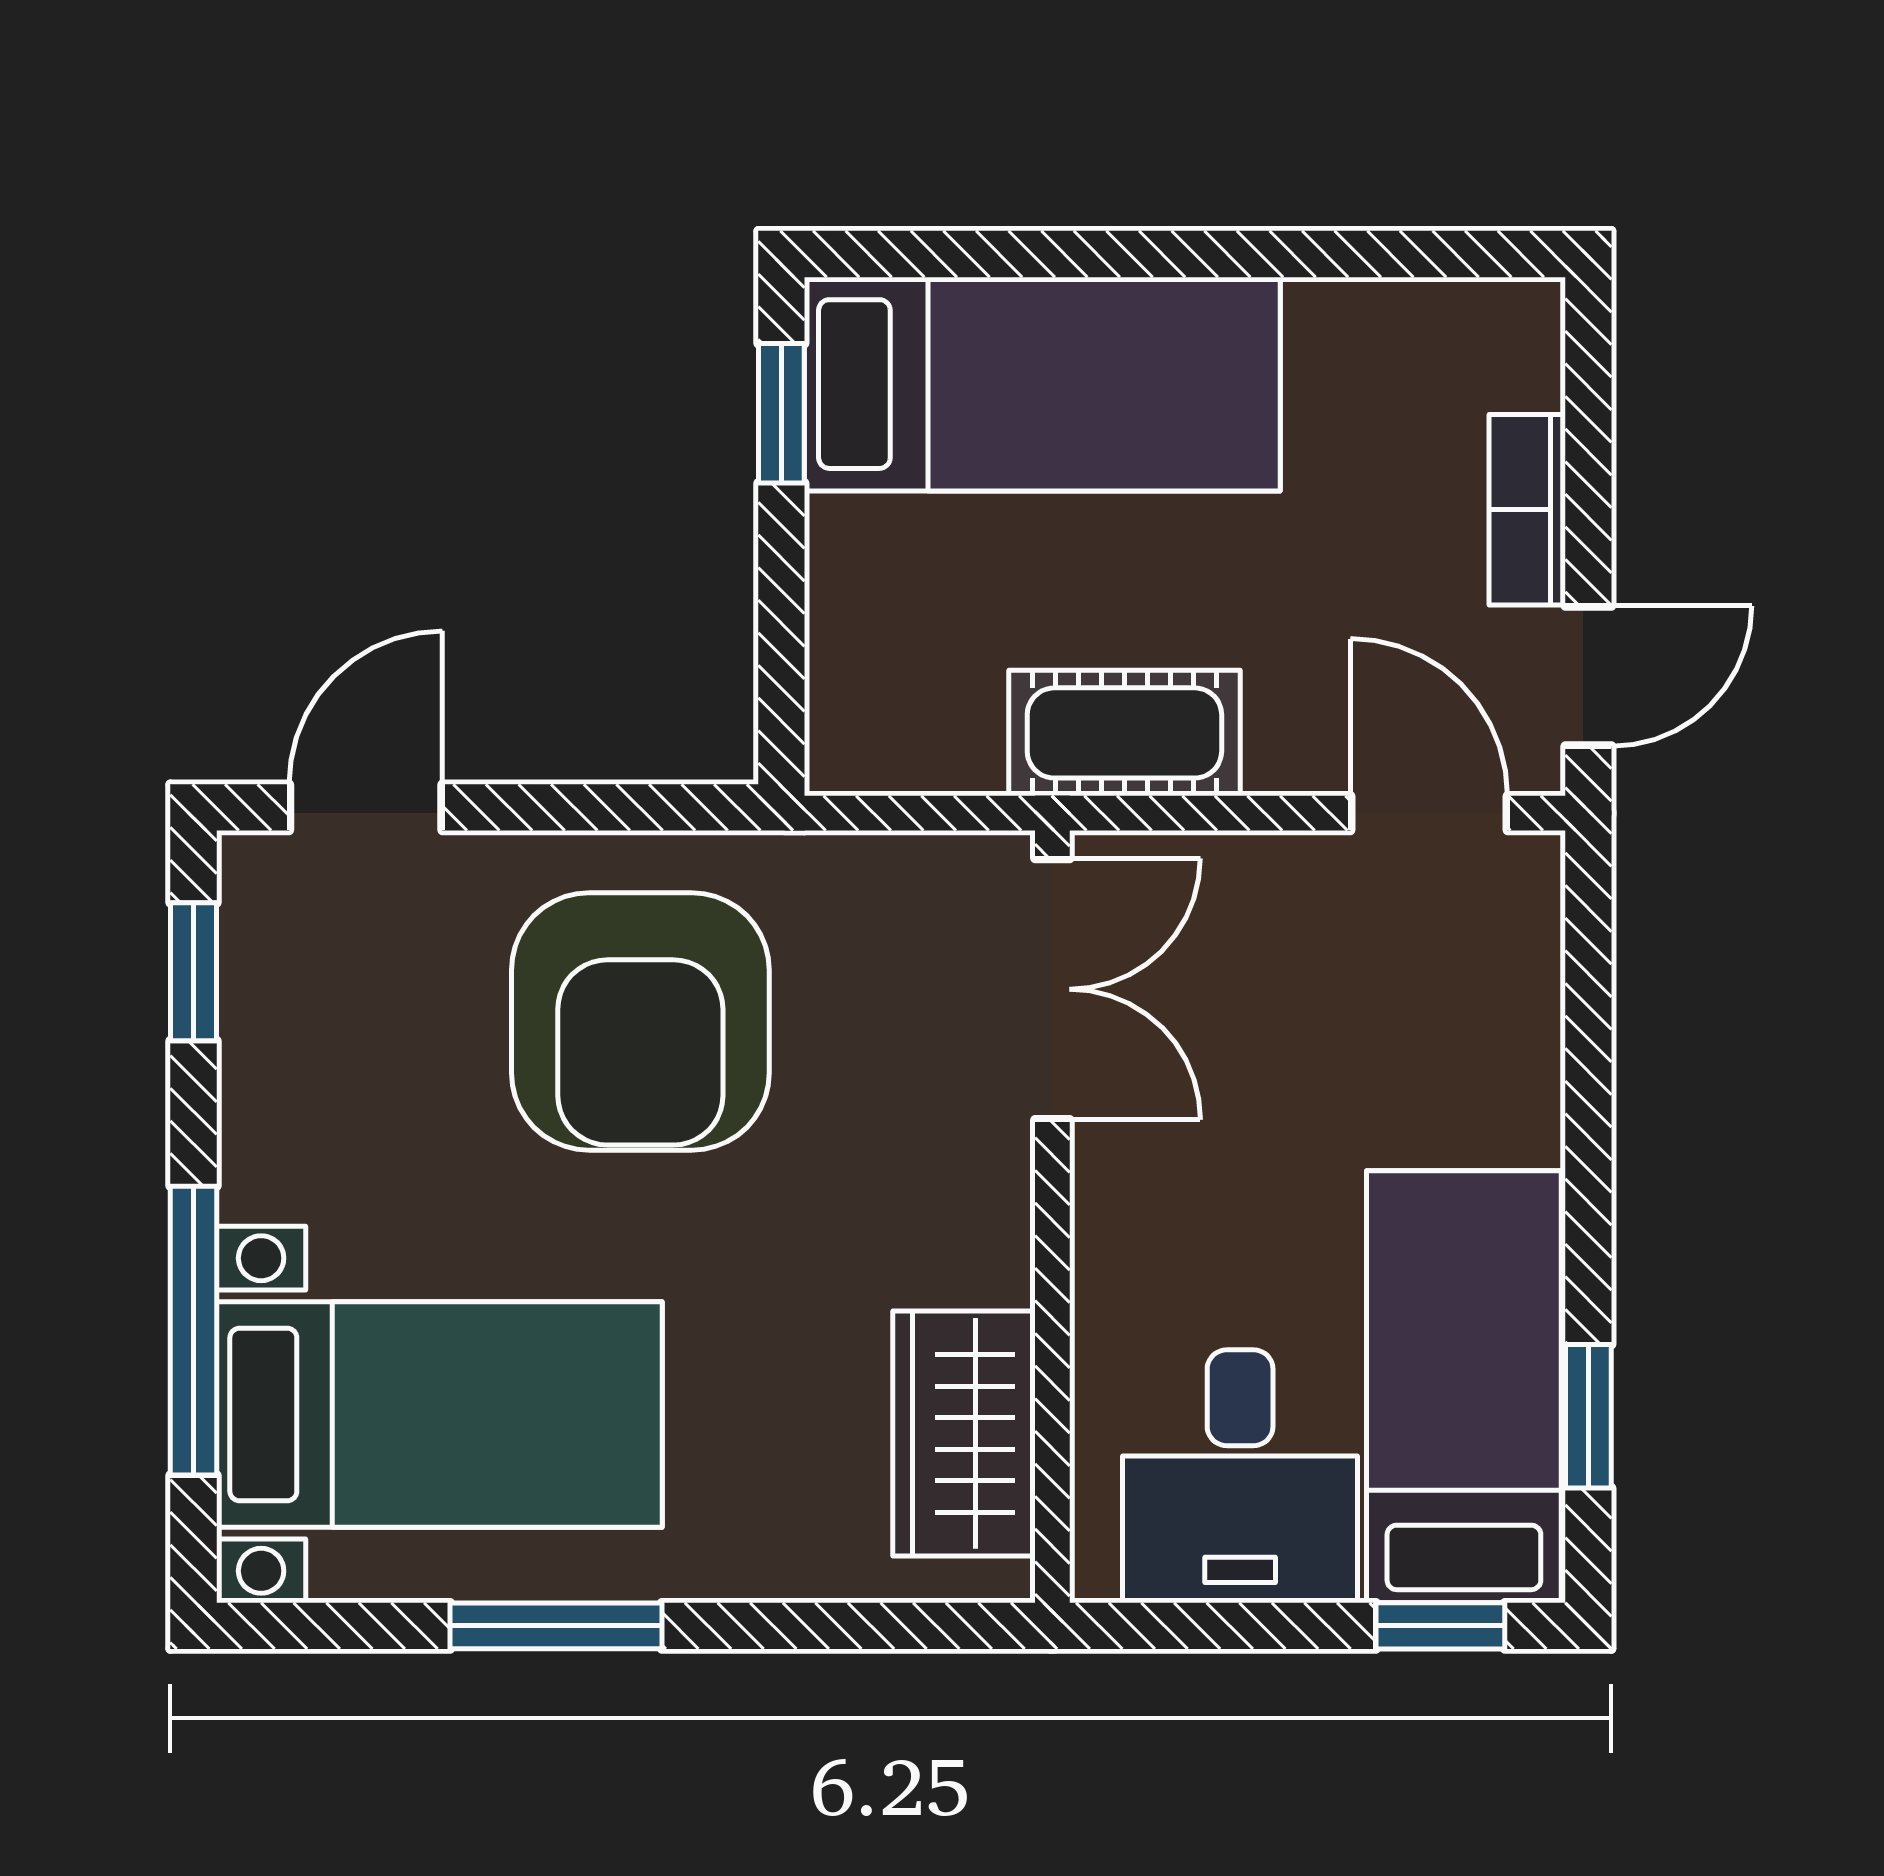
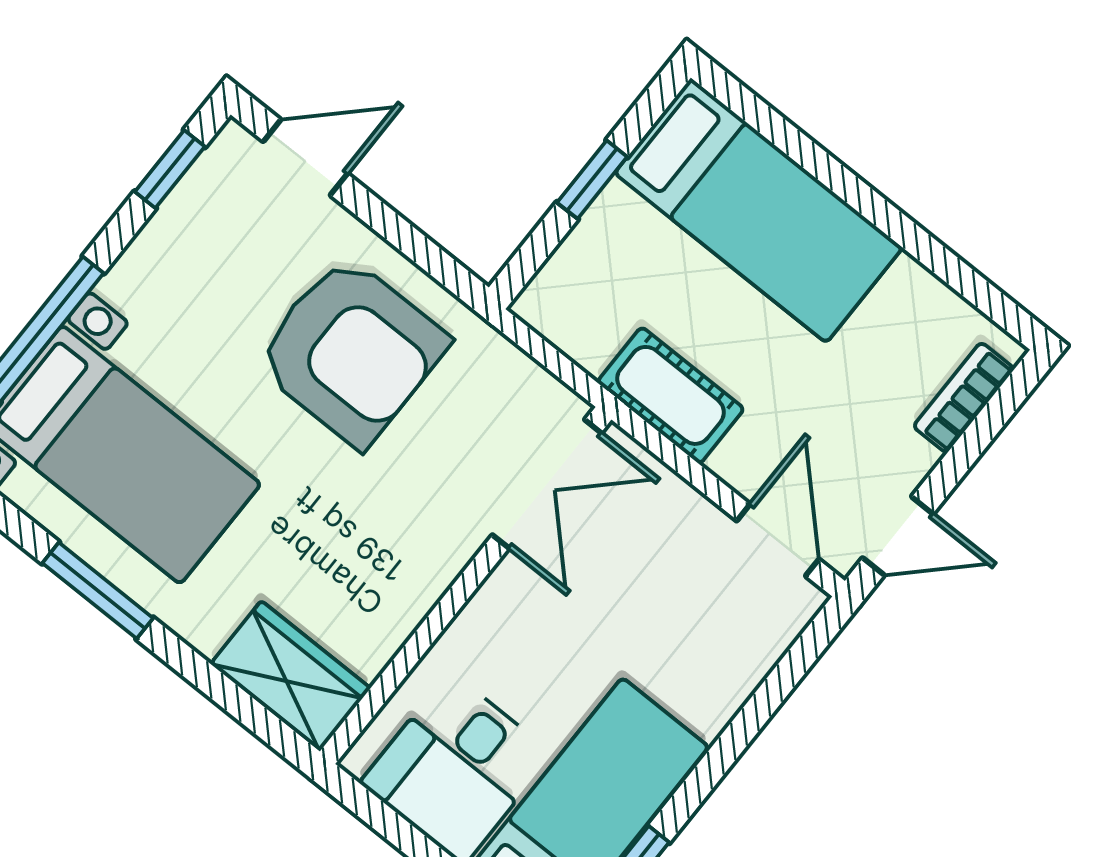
window: (781, 413) -> (592, 180), moved
bookcase: (1527, 510) -> (964, 398), moved
armchair: (640, 1021) -> (351, 351), turned -90
wardrobe: (964, 1433) -> (290, 676), moved, turned 90

